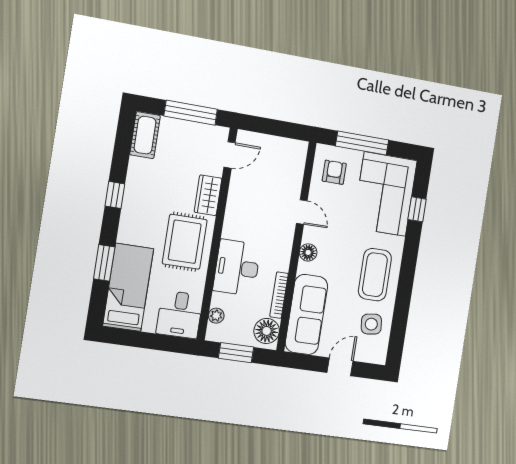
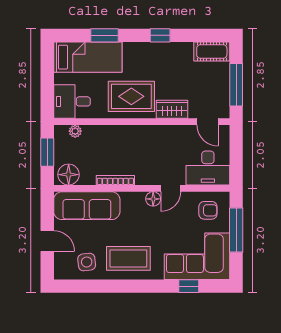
floor lamp: (308, 252) -> (153, 199), moved
desk: (237, 268) -> (208, 168), moved, turned 180
bookcase: (279, 295) -> (115, 180), moved

